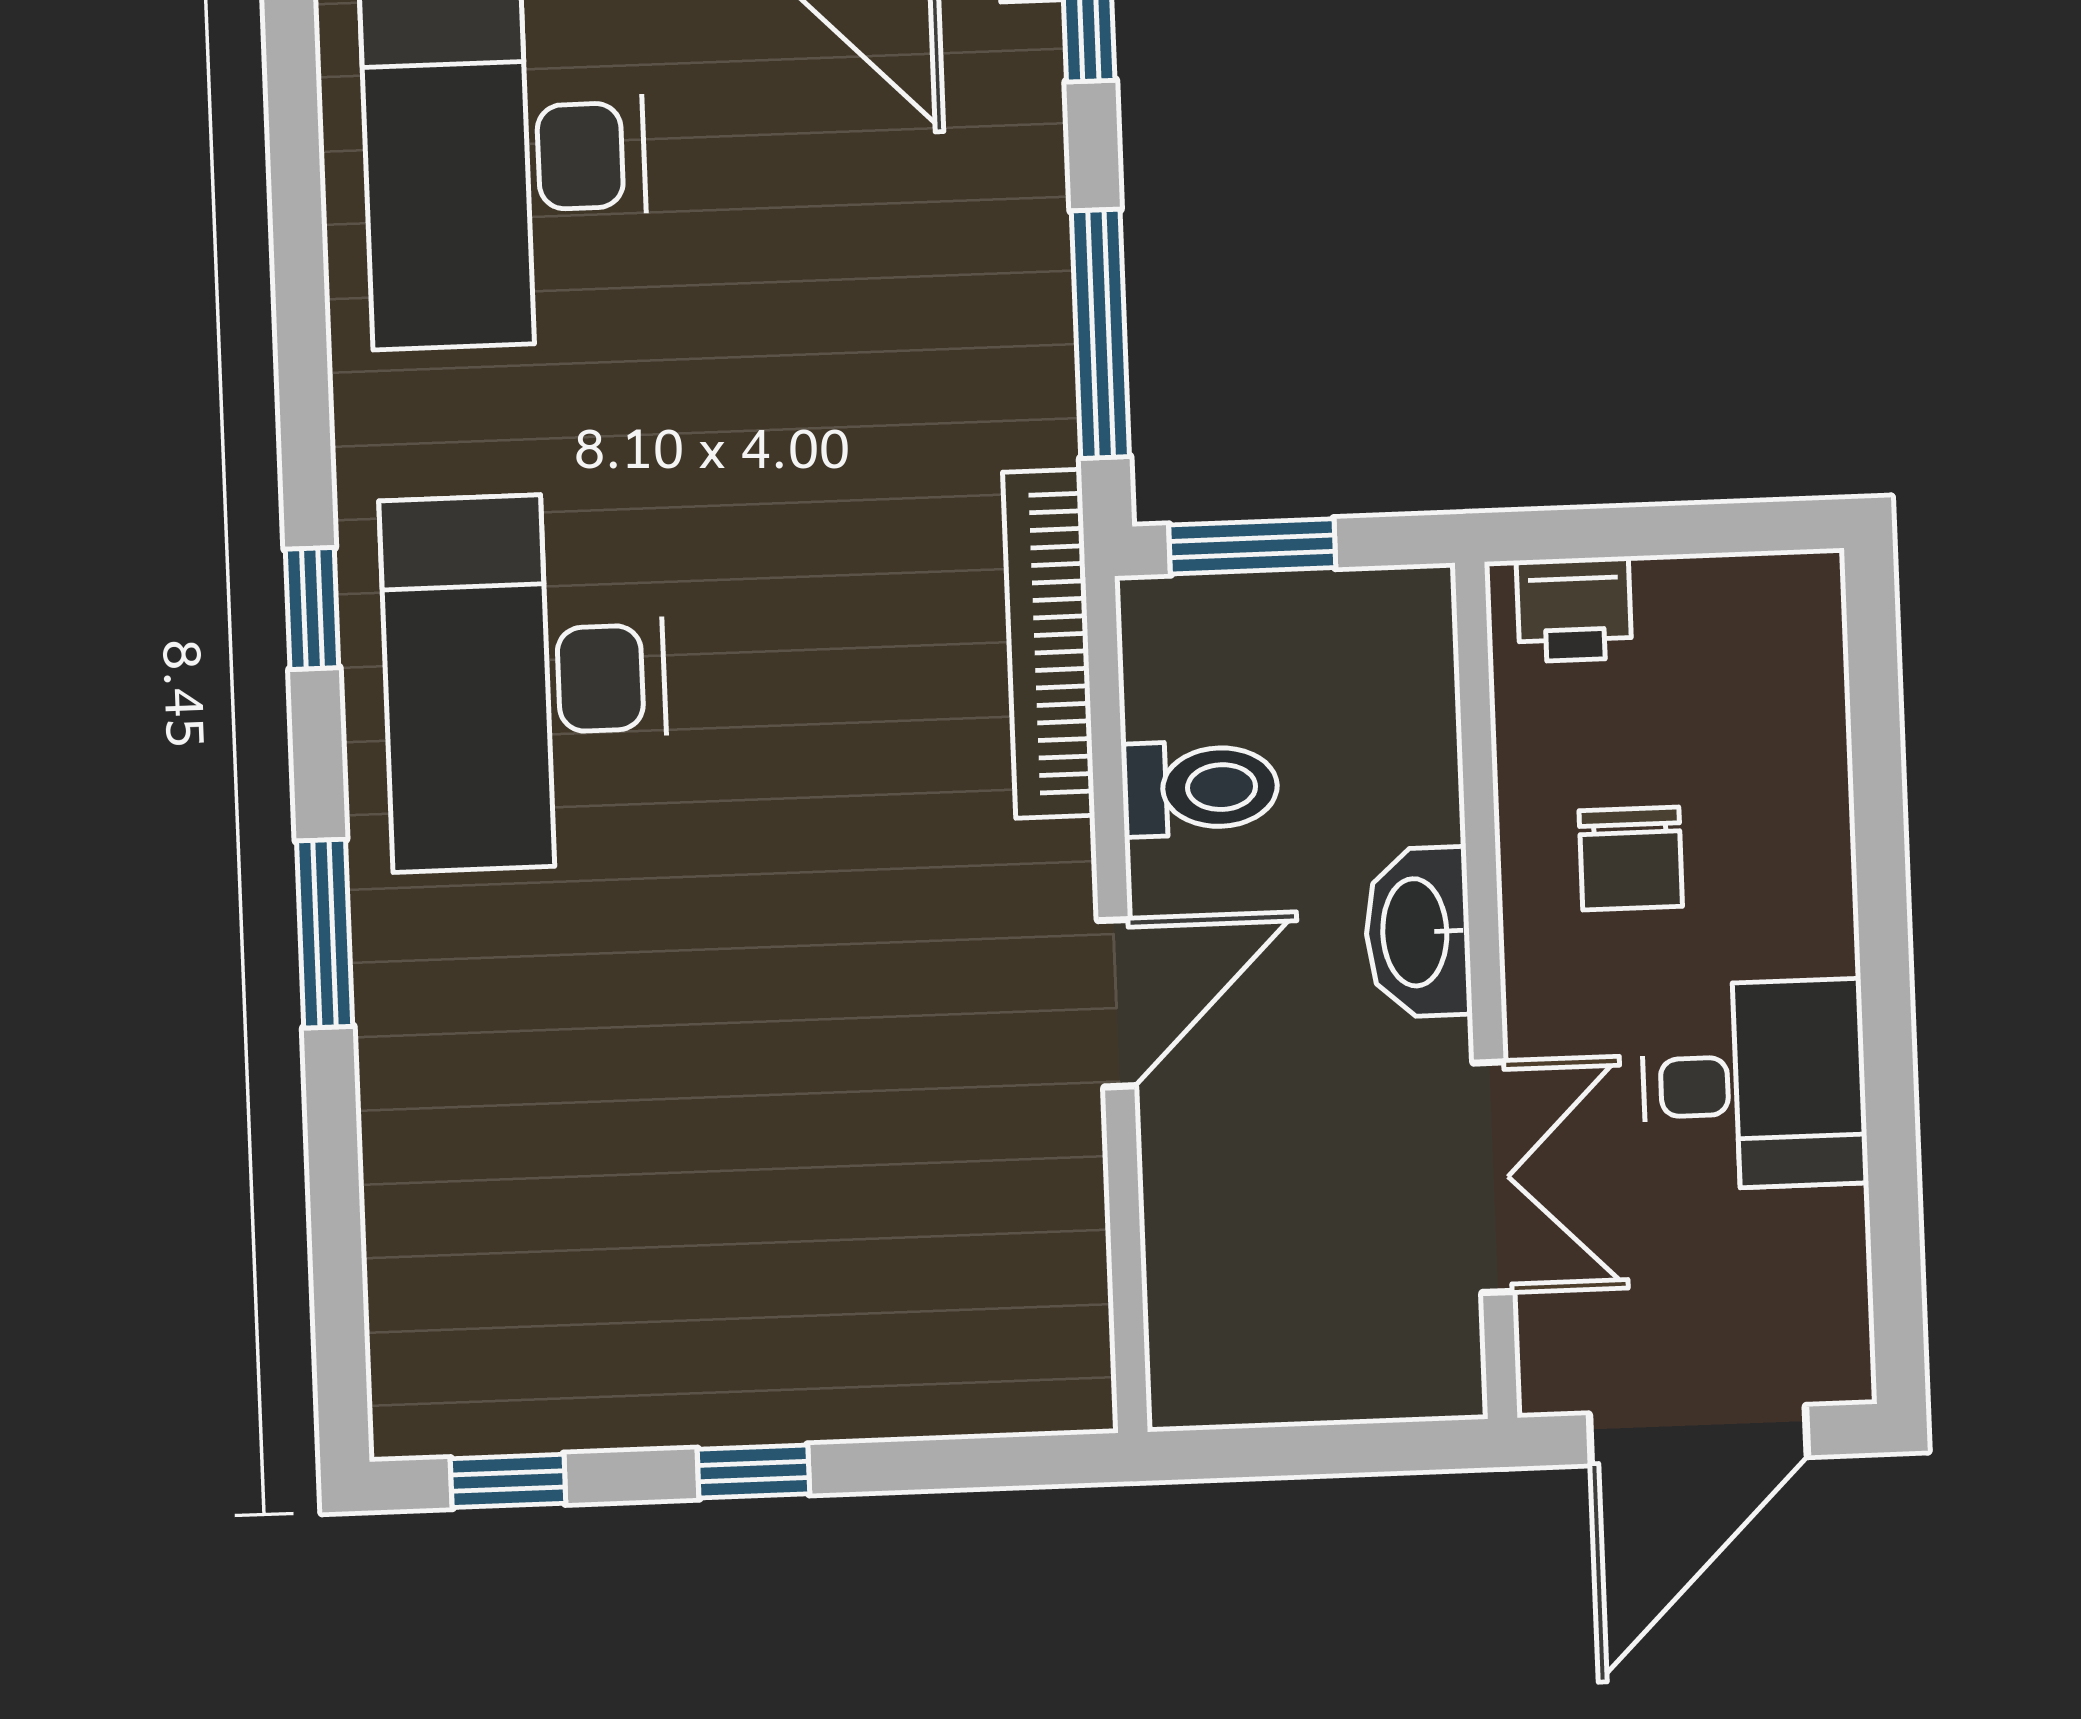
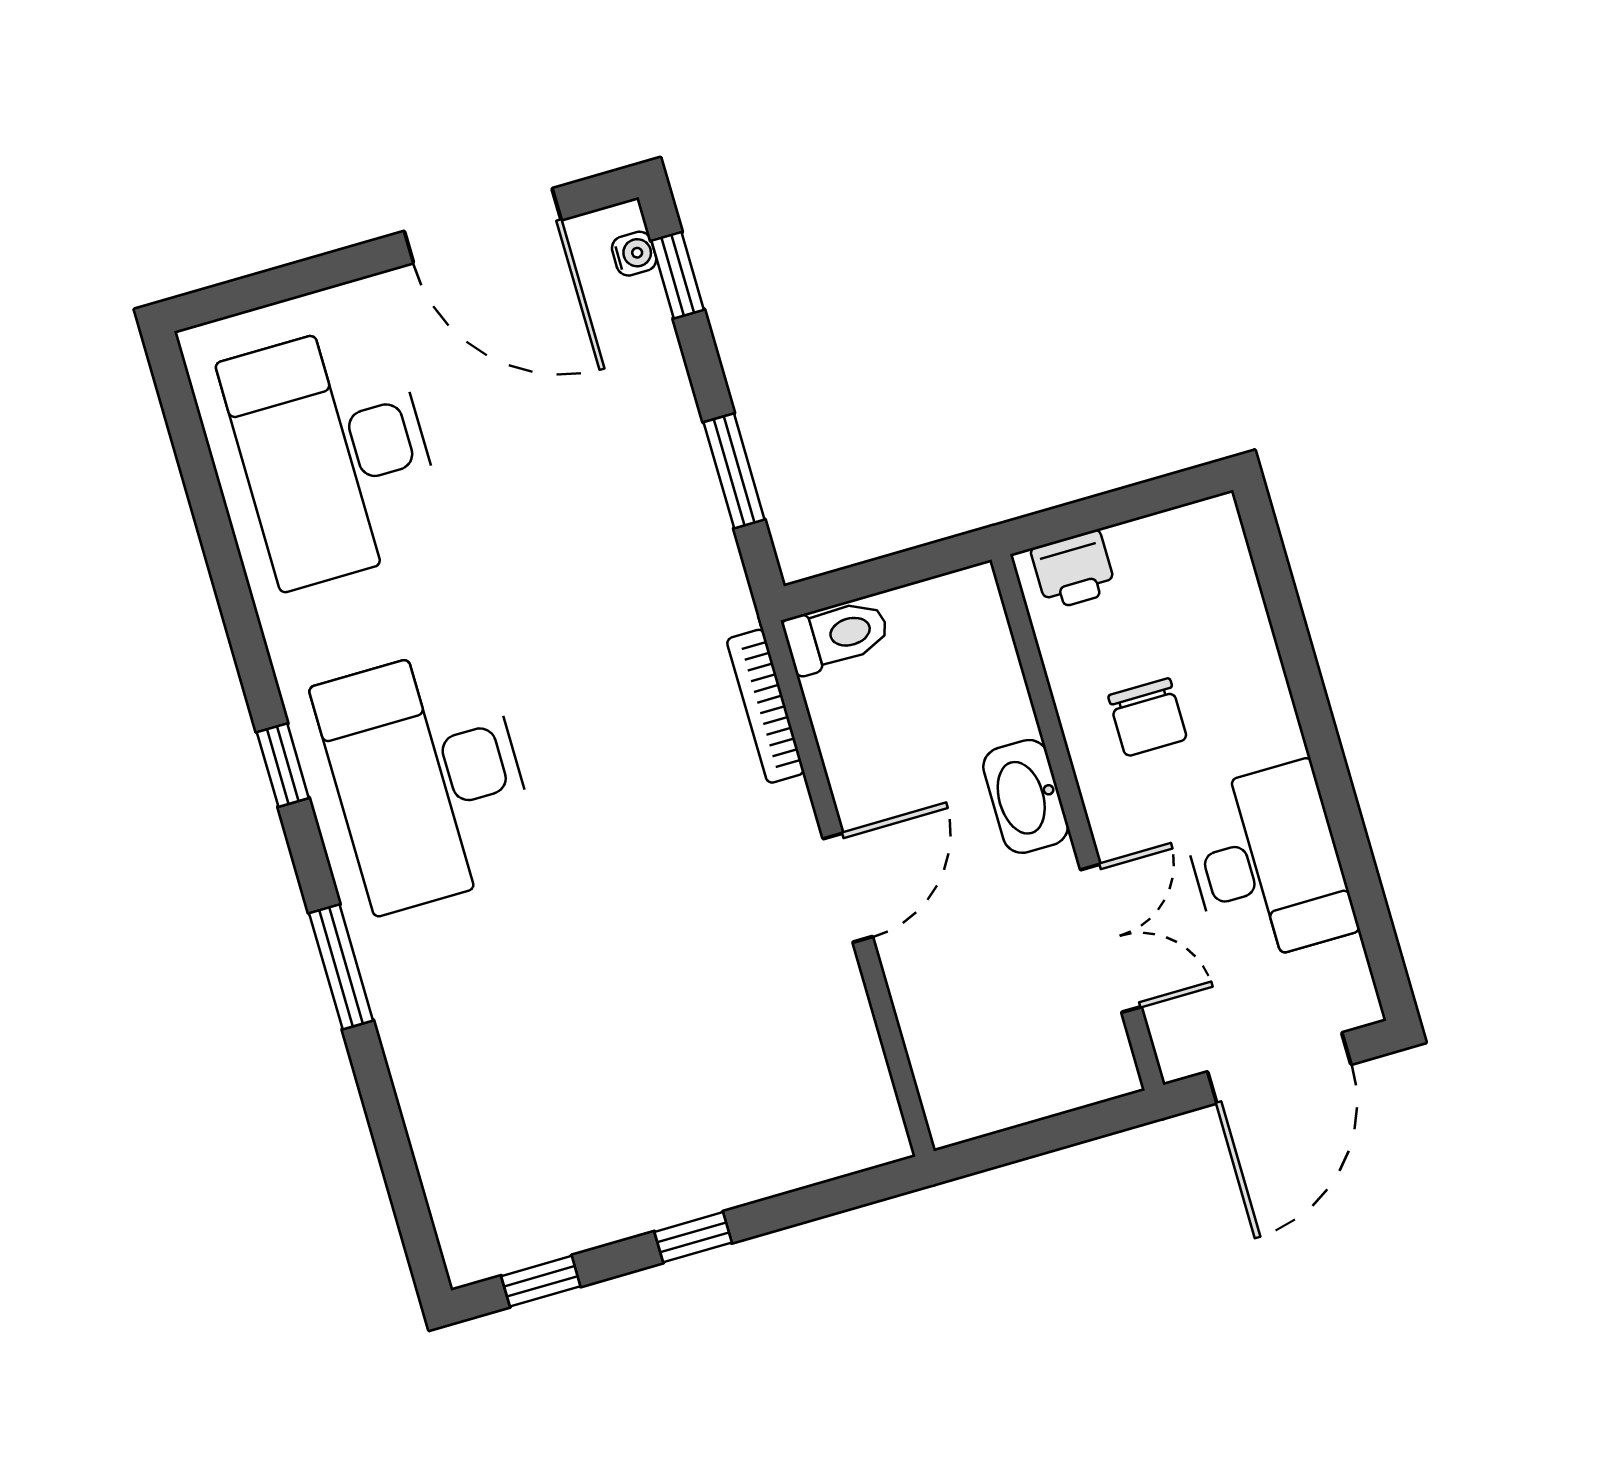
window: (1100, 334) -> (734, 471), width x0.69
window: (1252, 546) -> (862, 580), removed
bookcase: (1049, 644) -> (765, 706), width x0.68, depth x0.76
toilet: (1200, 788) -> (837, 636), moved
desk: (1754, 1085) -> (1267, 864), width x1.37

